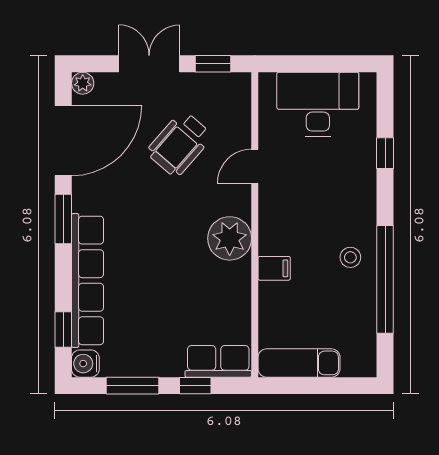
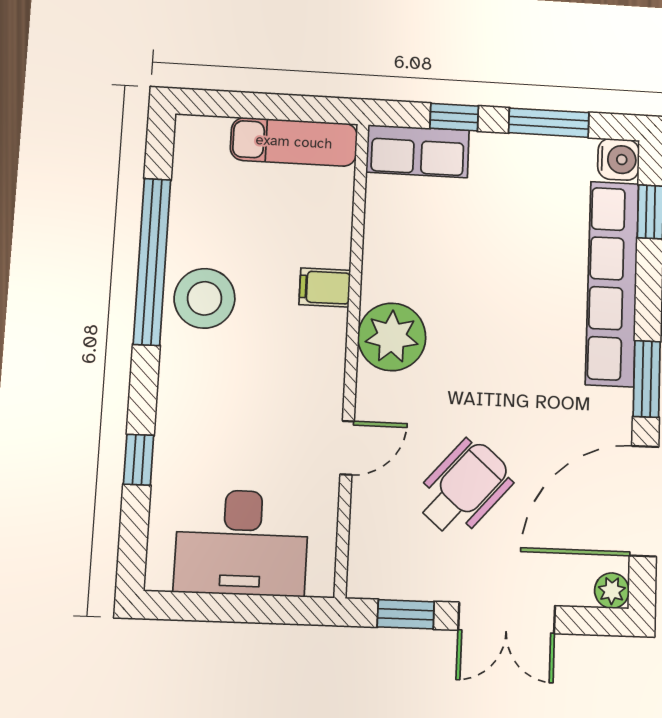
stool: (350, 257) -> (205, 298), width x1.89, depth x1.89

